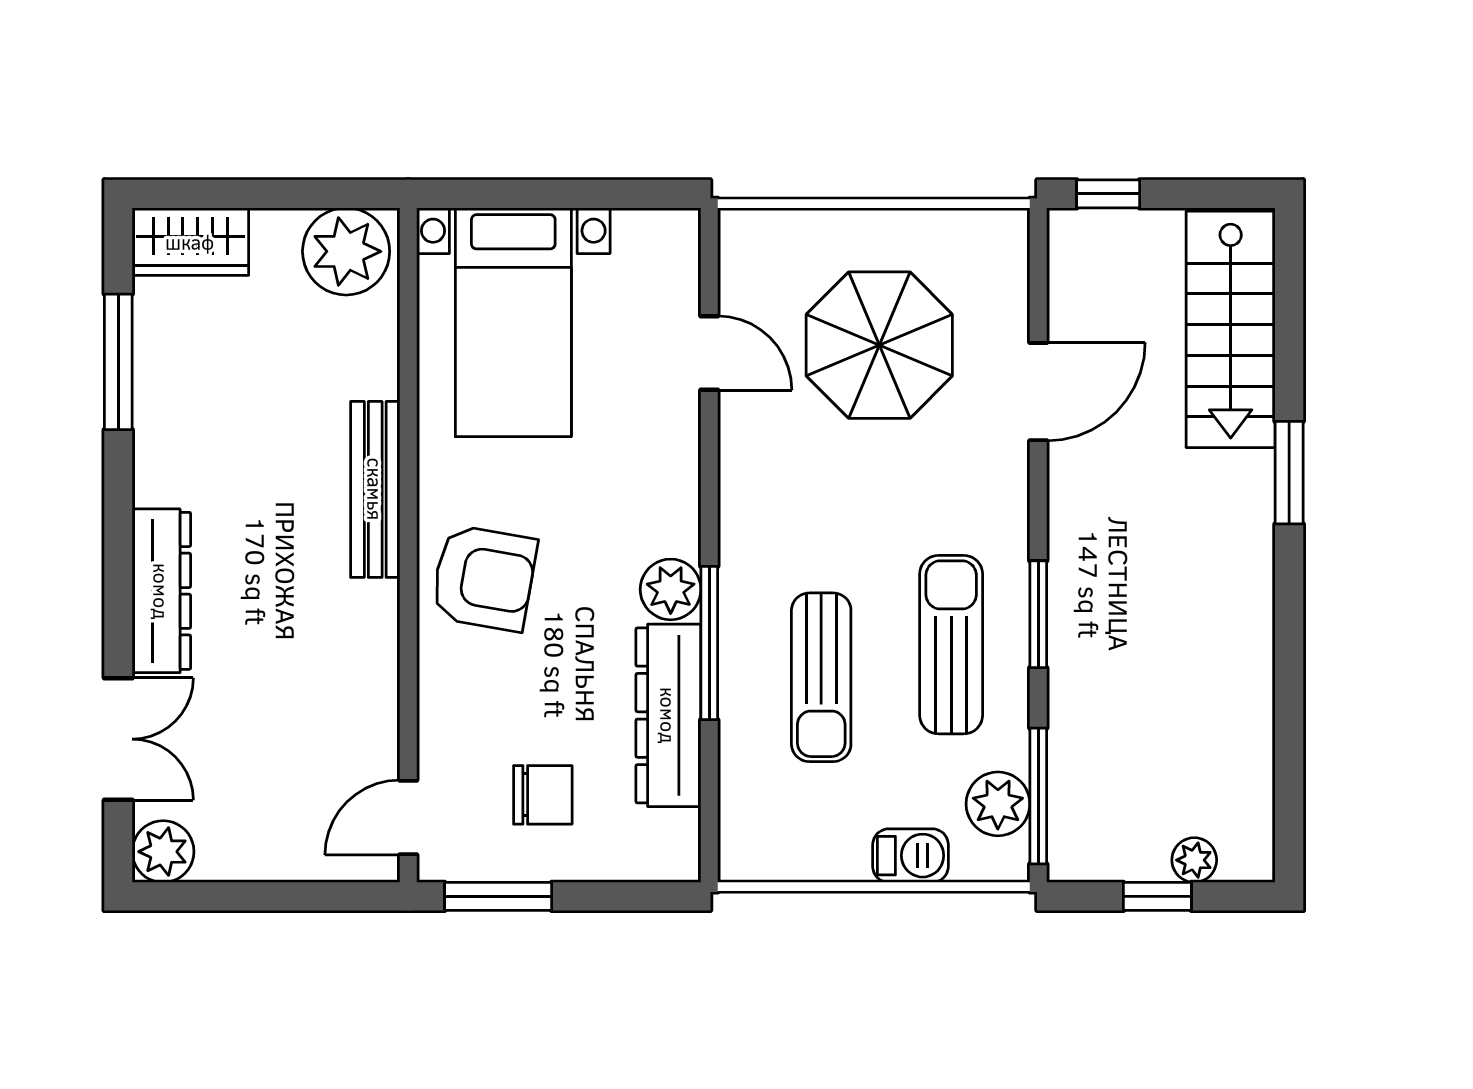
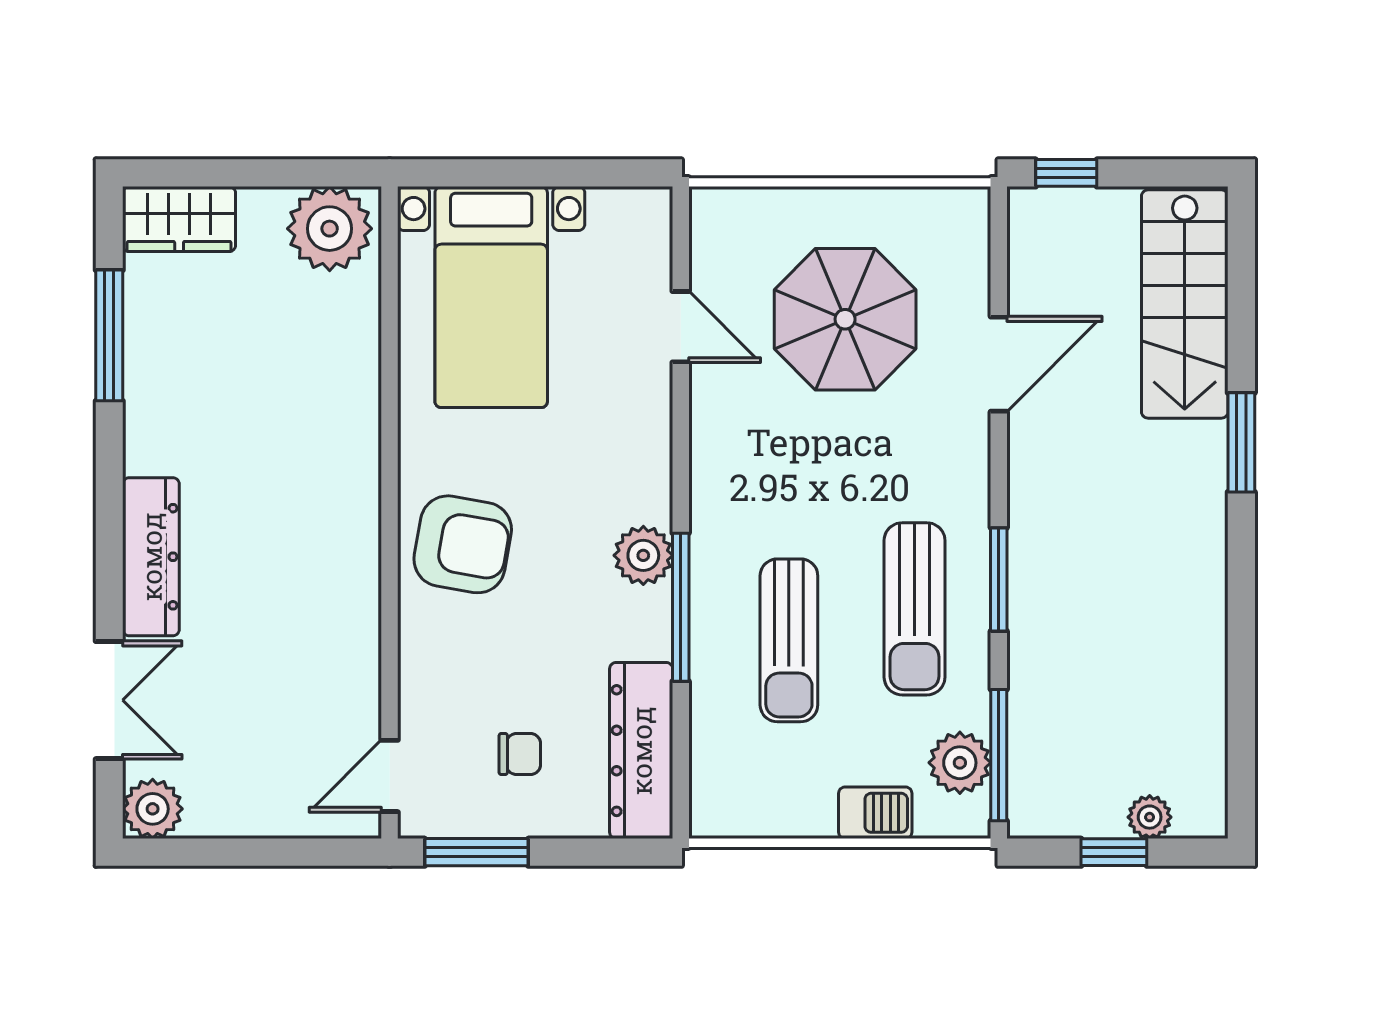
bench: (375, 489) -> (358, 459), removed
sun lounger: (951, 645) -> (915, 609), turned 180
dresser: (668, 715) -> (641, 751), moved
chair: (543, 795) -> (520, 754), width x0.73, depth x0.73

